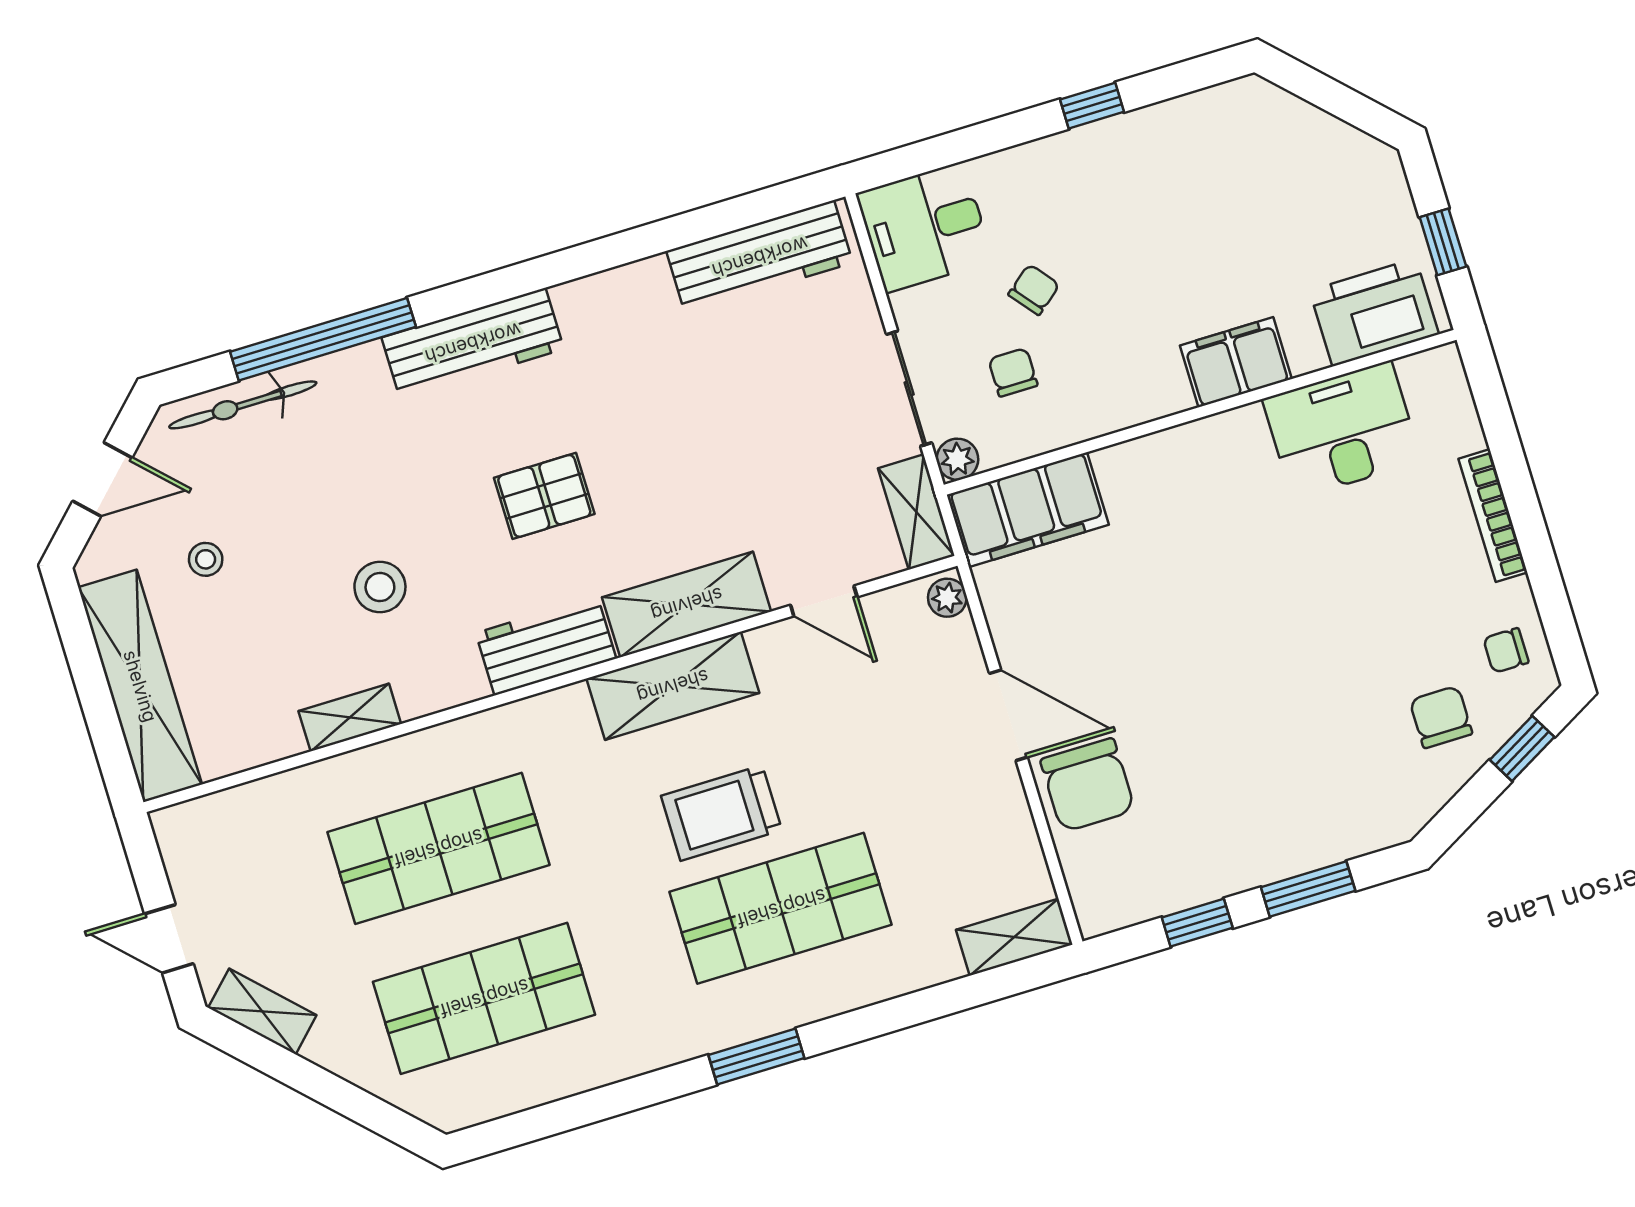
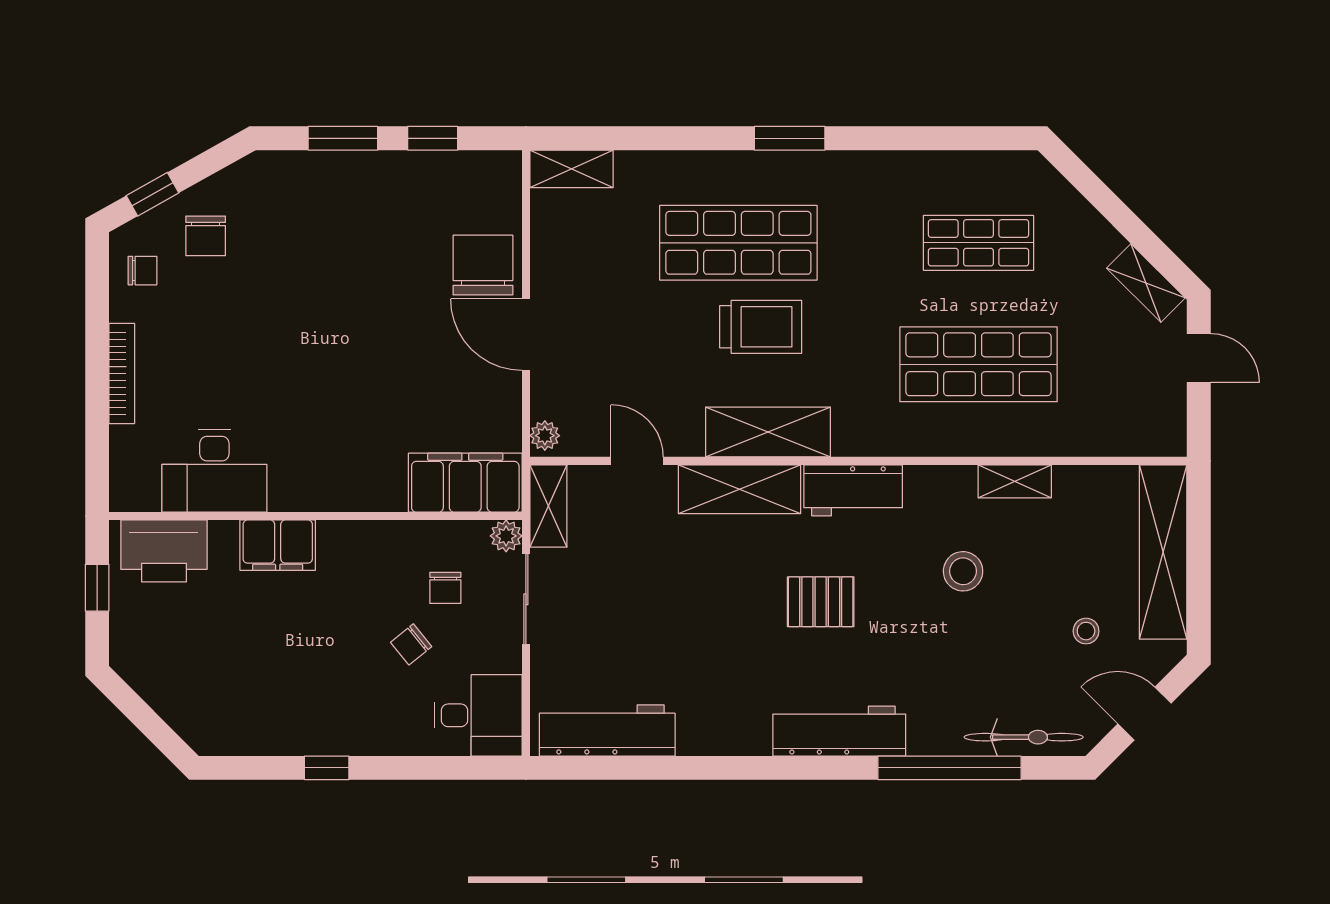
shop shelf: (484, 998) -> (978, 243), width x0.70, depth x0.74

